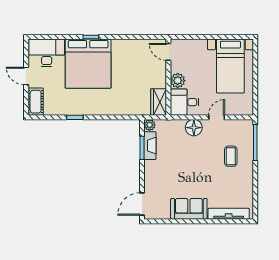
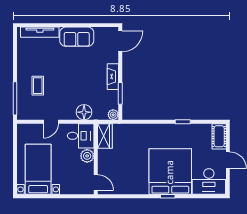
floor lamp: (194, 128) -> (84, 112), moved
fireplace: (150, 146) -> (113, 77), moved

